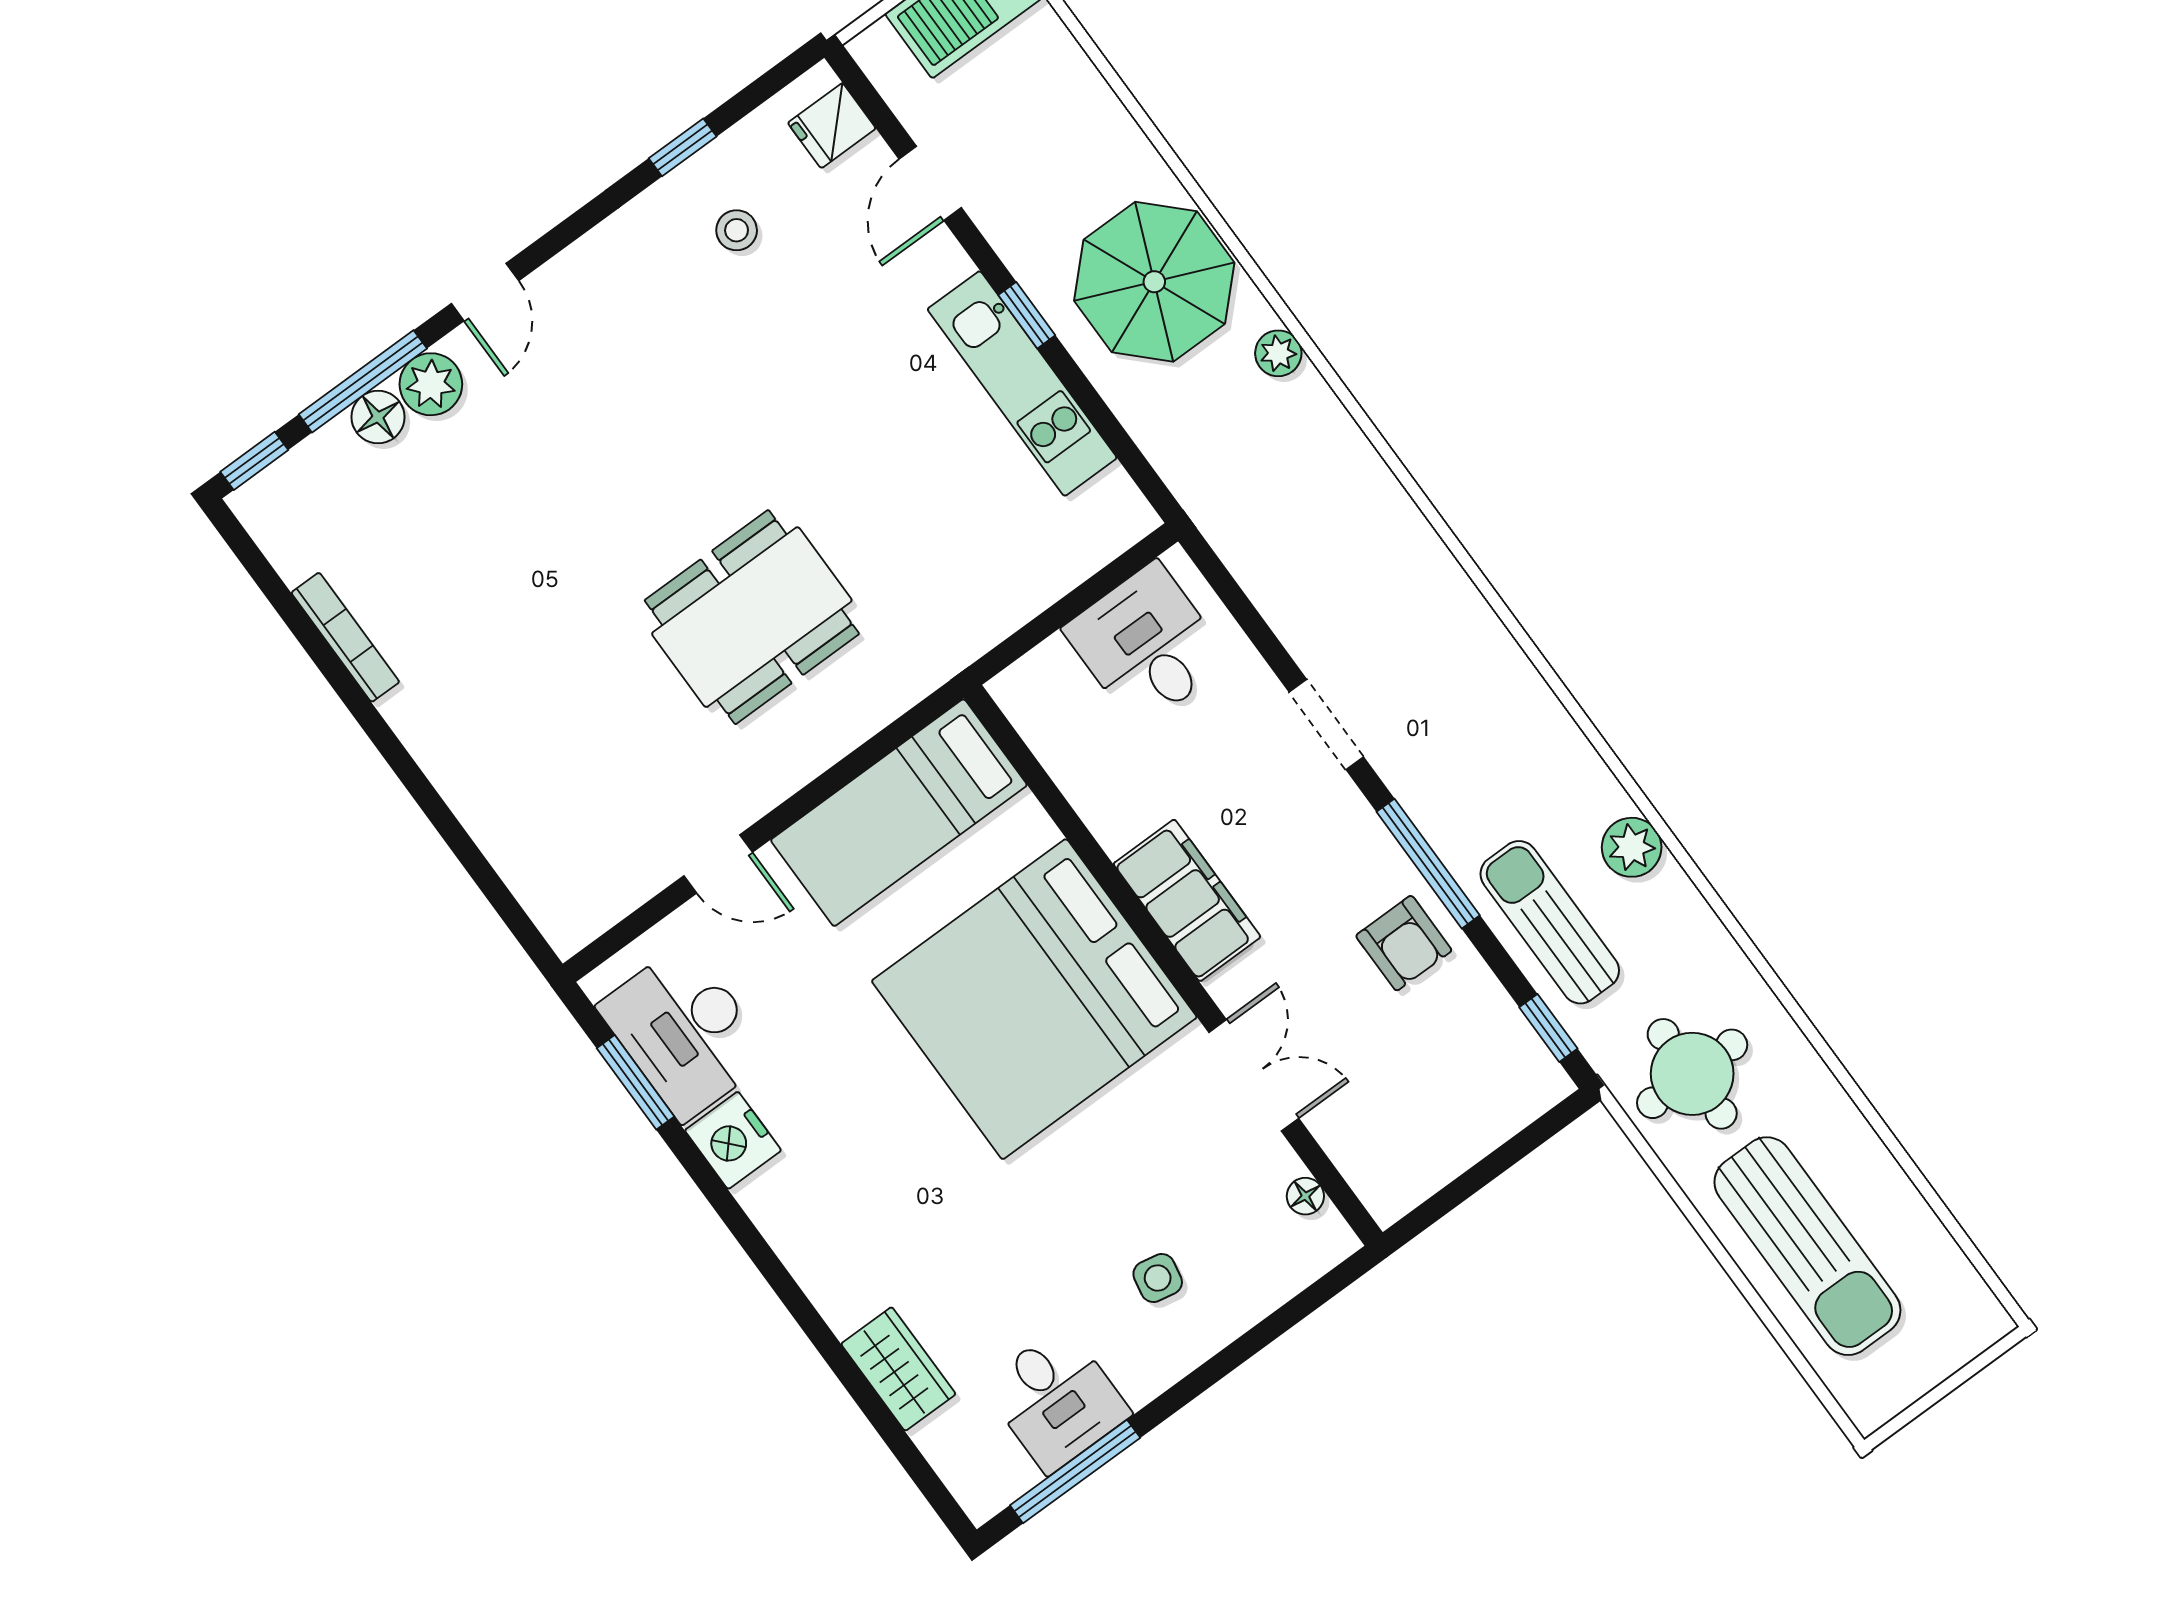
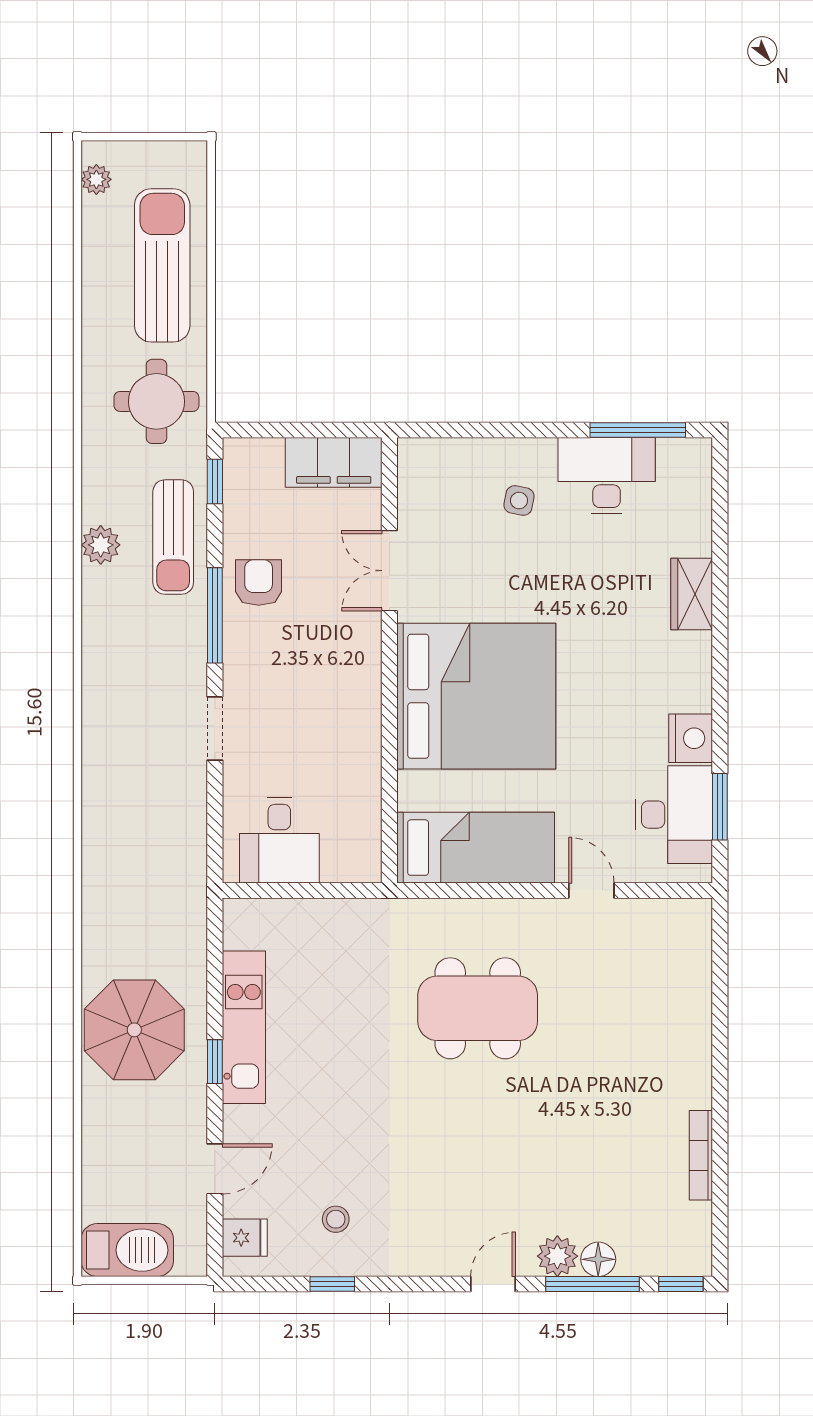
plant: (1278, 353) -> (96, 179), moved
filing cabinet: (1187, 900) -> (334, 462), moved, turned -90
floor lamp: (1305, 1196) -> (409, 487), removed
wardrobe: (898, 1369) -> (692, 594), moved
desk: (1056, 1399) -> (607, 476), width x1.37

